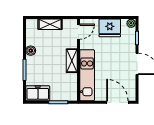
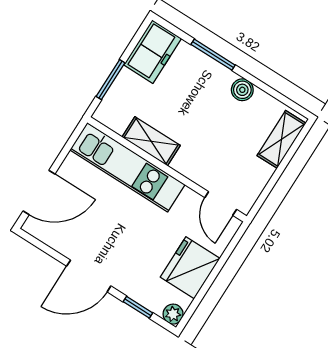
shelving: (50, 24) -> (281, 139), moved
shelving: (72, 61) -> (151, 141), moved

